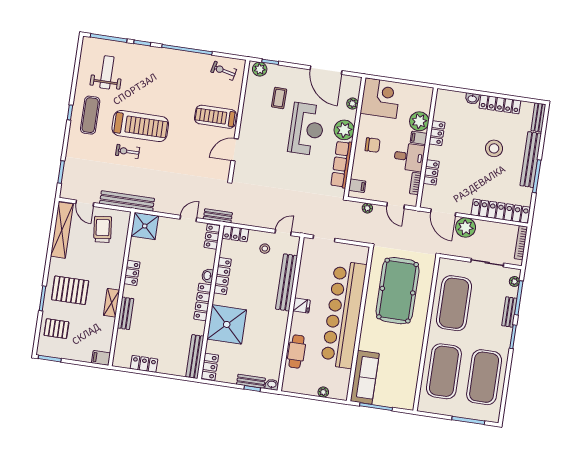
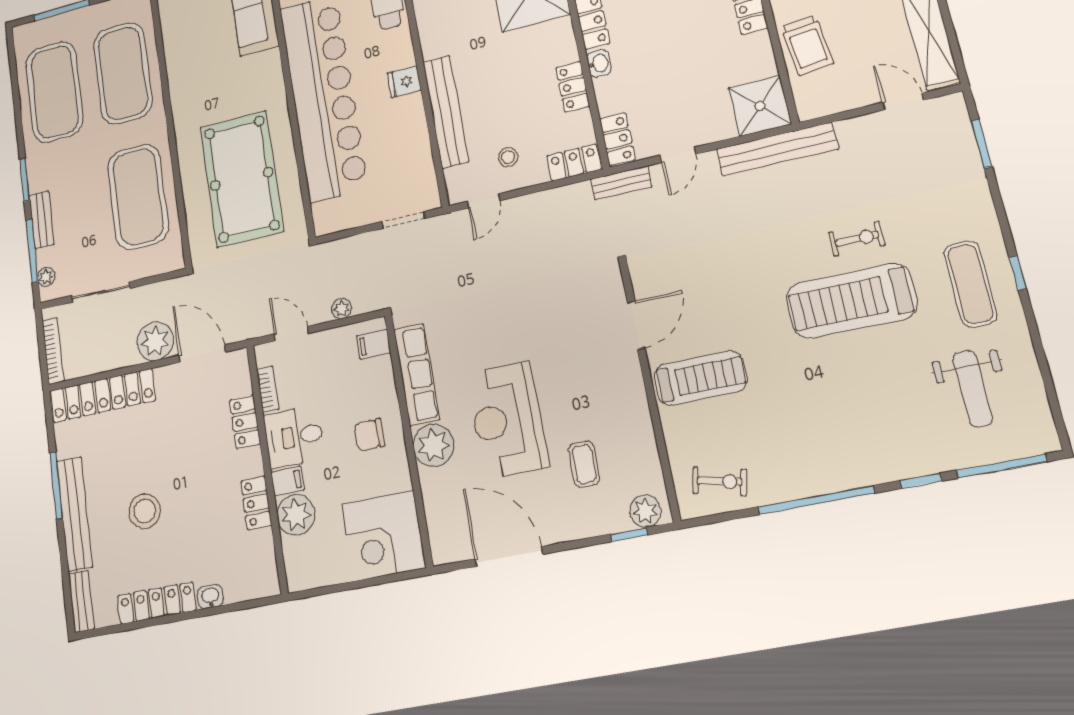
plant: (352, 104) -> (434, 505), removed
bench: (127, 201) -> (777, 149), moved
trolley: (103, 229) -> (807, 45), moved
locker: (223, 276) -> (573, 87), width x0.66

